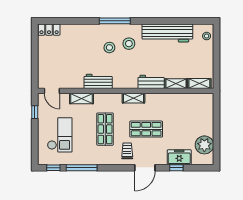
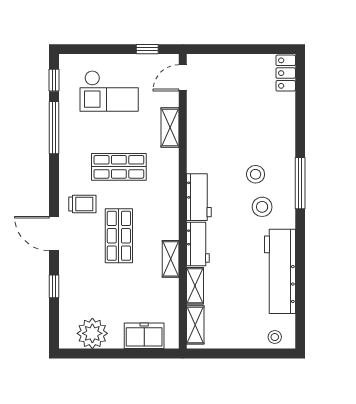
workbench: (98, 81) -> (199, 197), moved
shelving: (133, 98) -> (171, 259), moved
freezer: (179, 157) -> (144, 336), moved, turned -90

